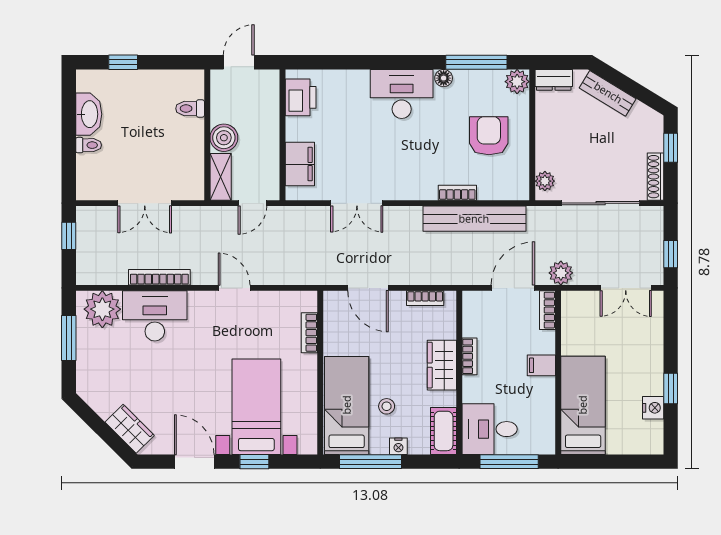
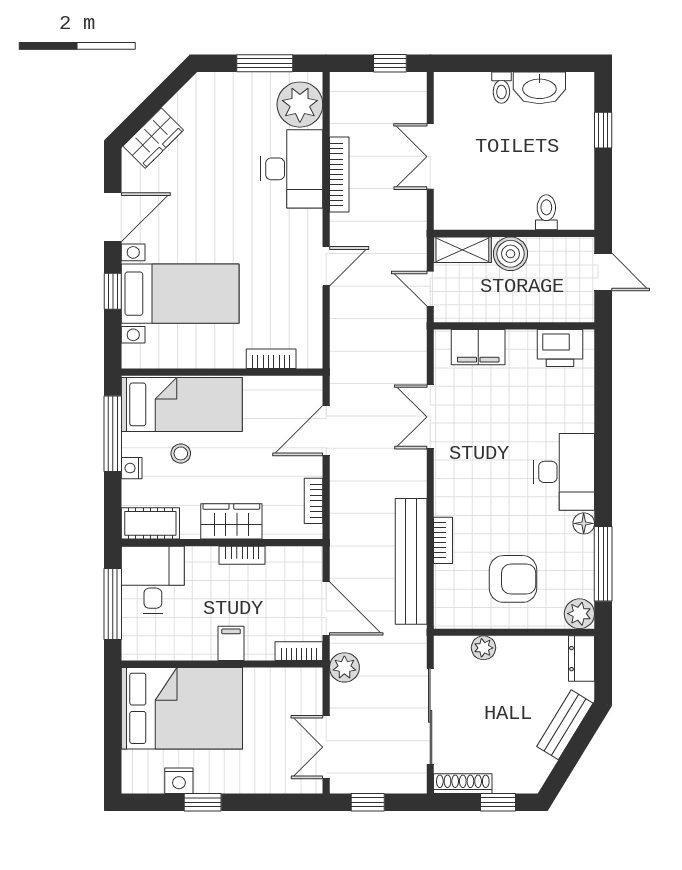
plant: (545, 181) -> (484, 648), moved
bed: (583, 405) -> (182, 708), width x1.50

